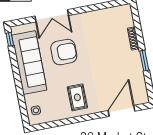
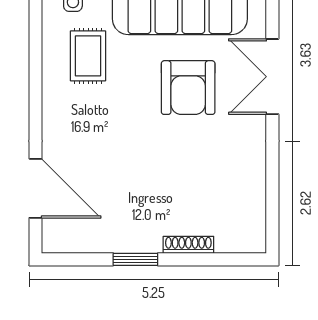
rug: (77, 97) -> (88, 56), moved, turned 90

